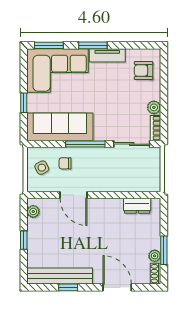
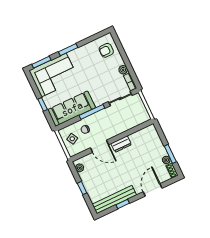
tv unit: (107, 55) -> (80, 51), removed
dresser: (137, 206) -> (121, 144), moved
door: (117, 287) -> (153, 190), hinge flipped

